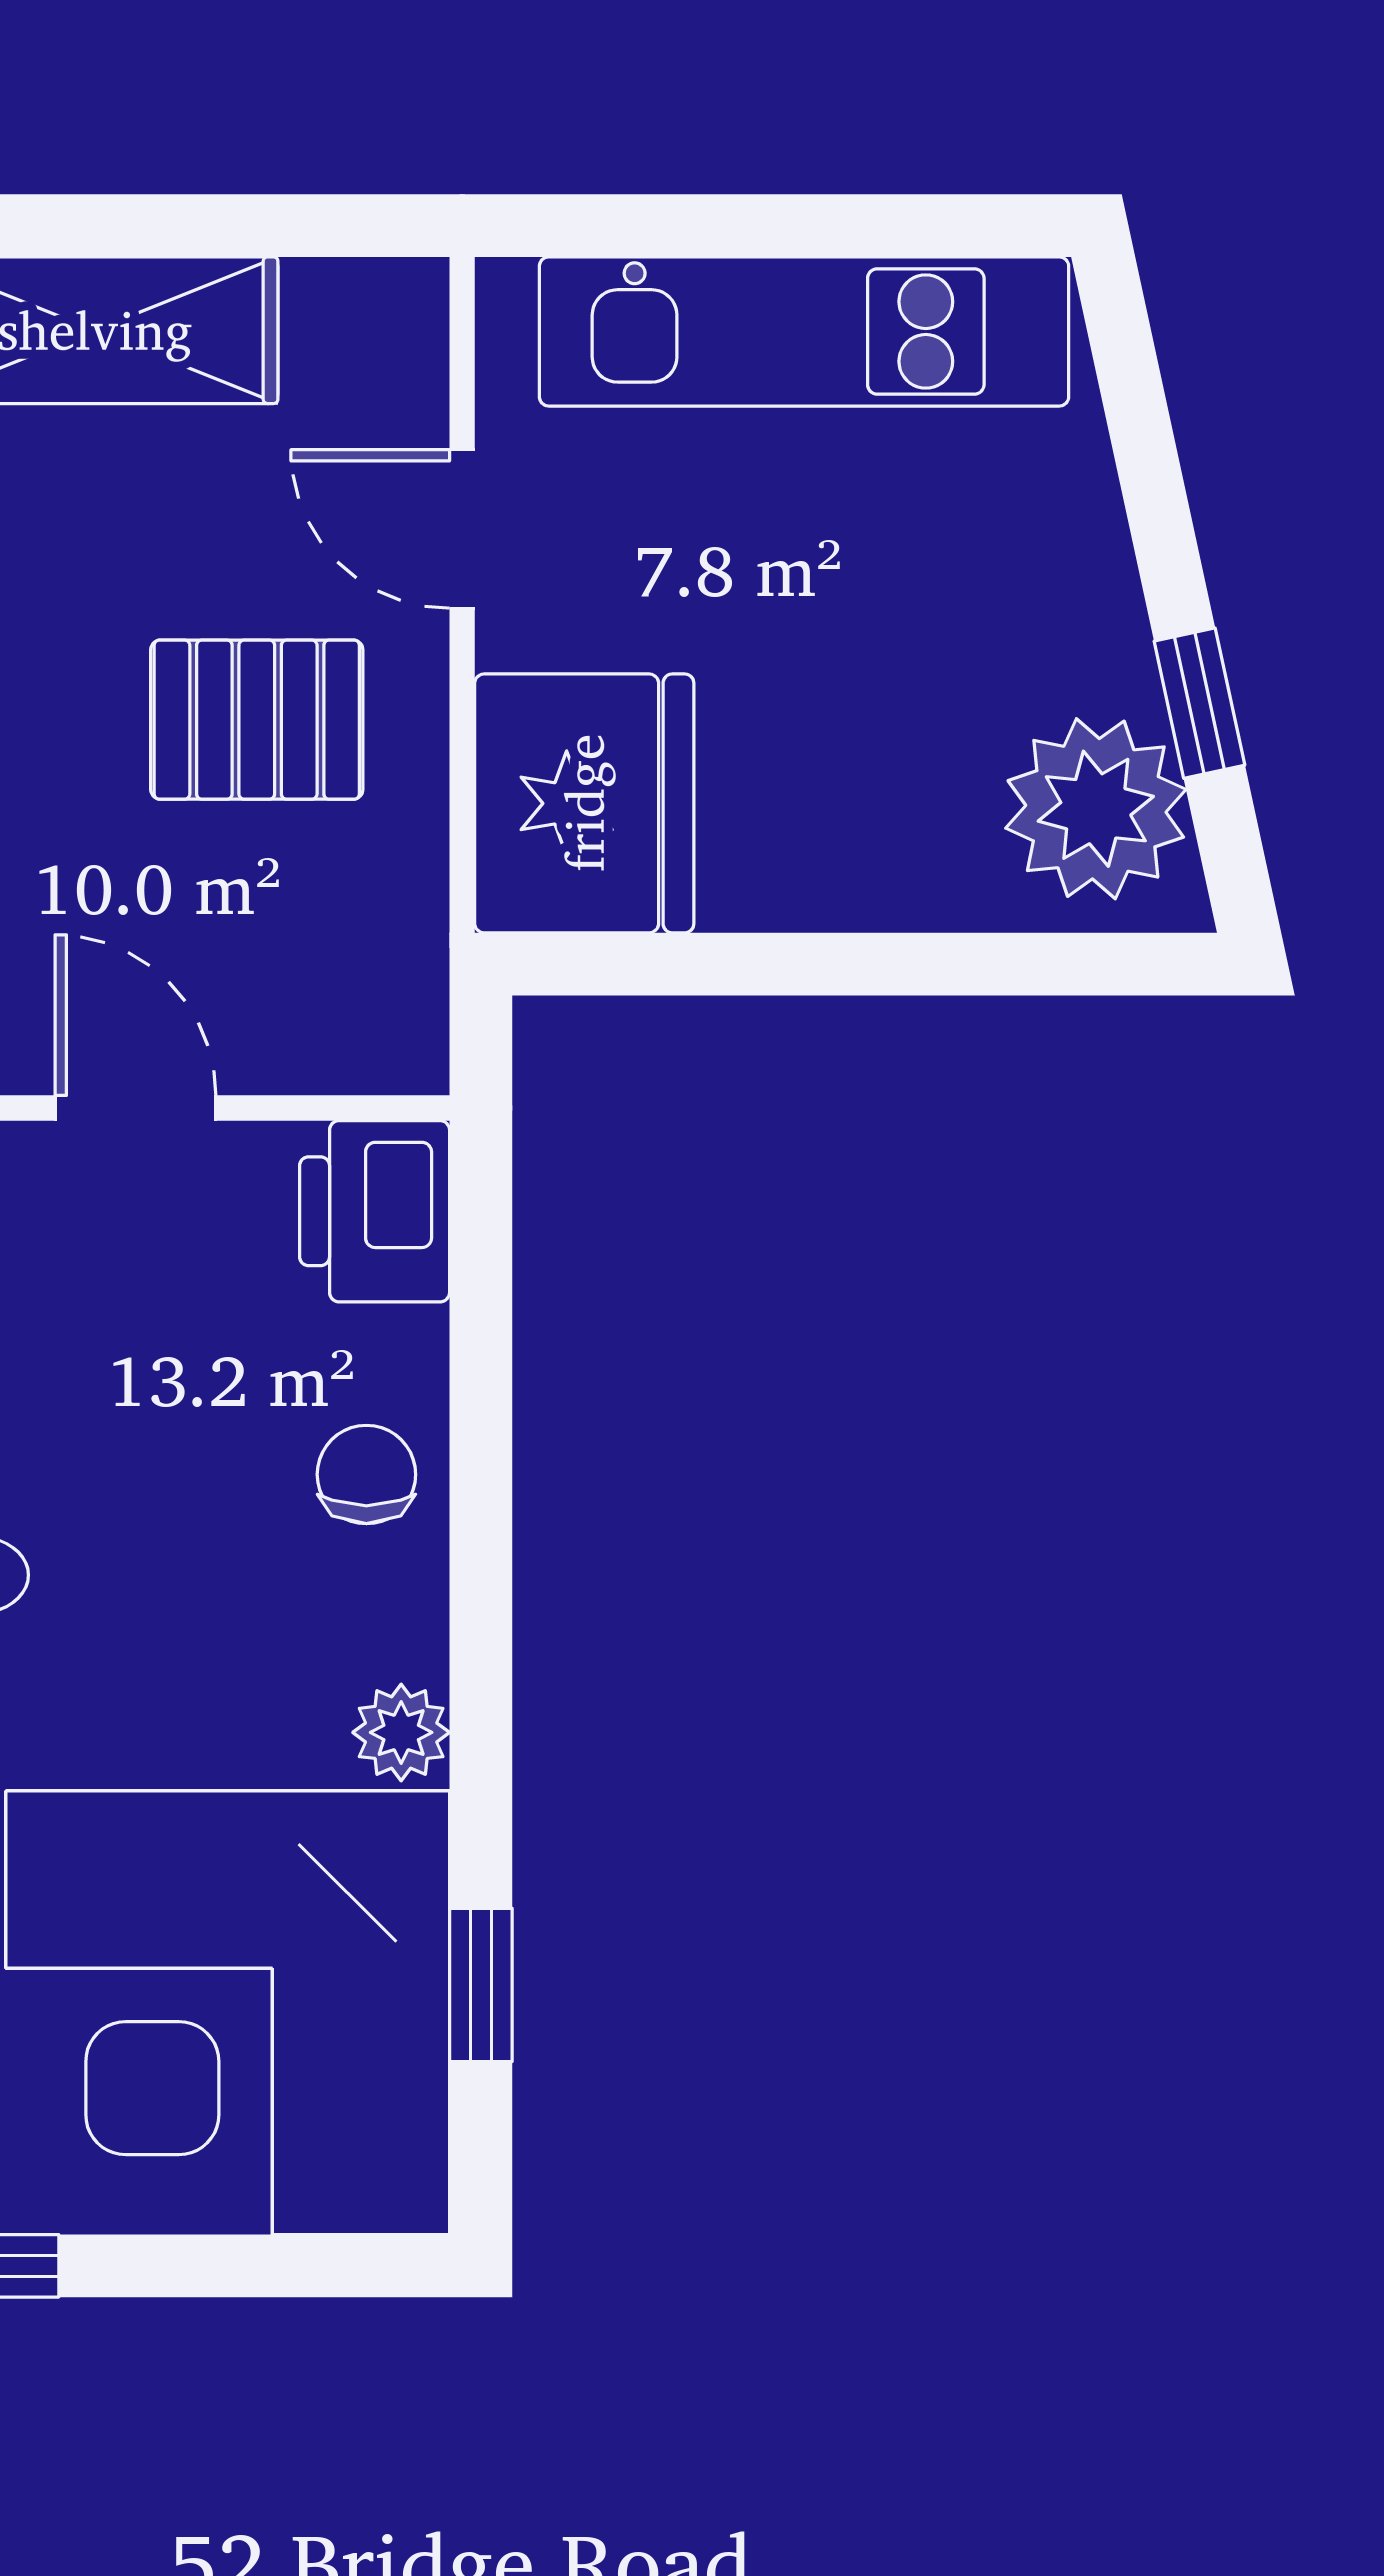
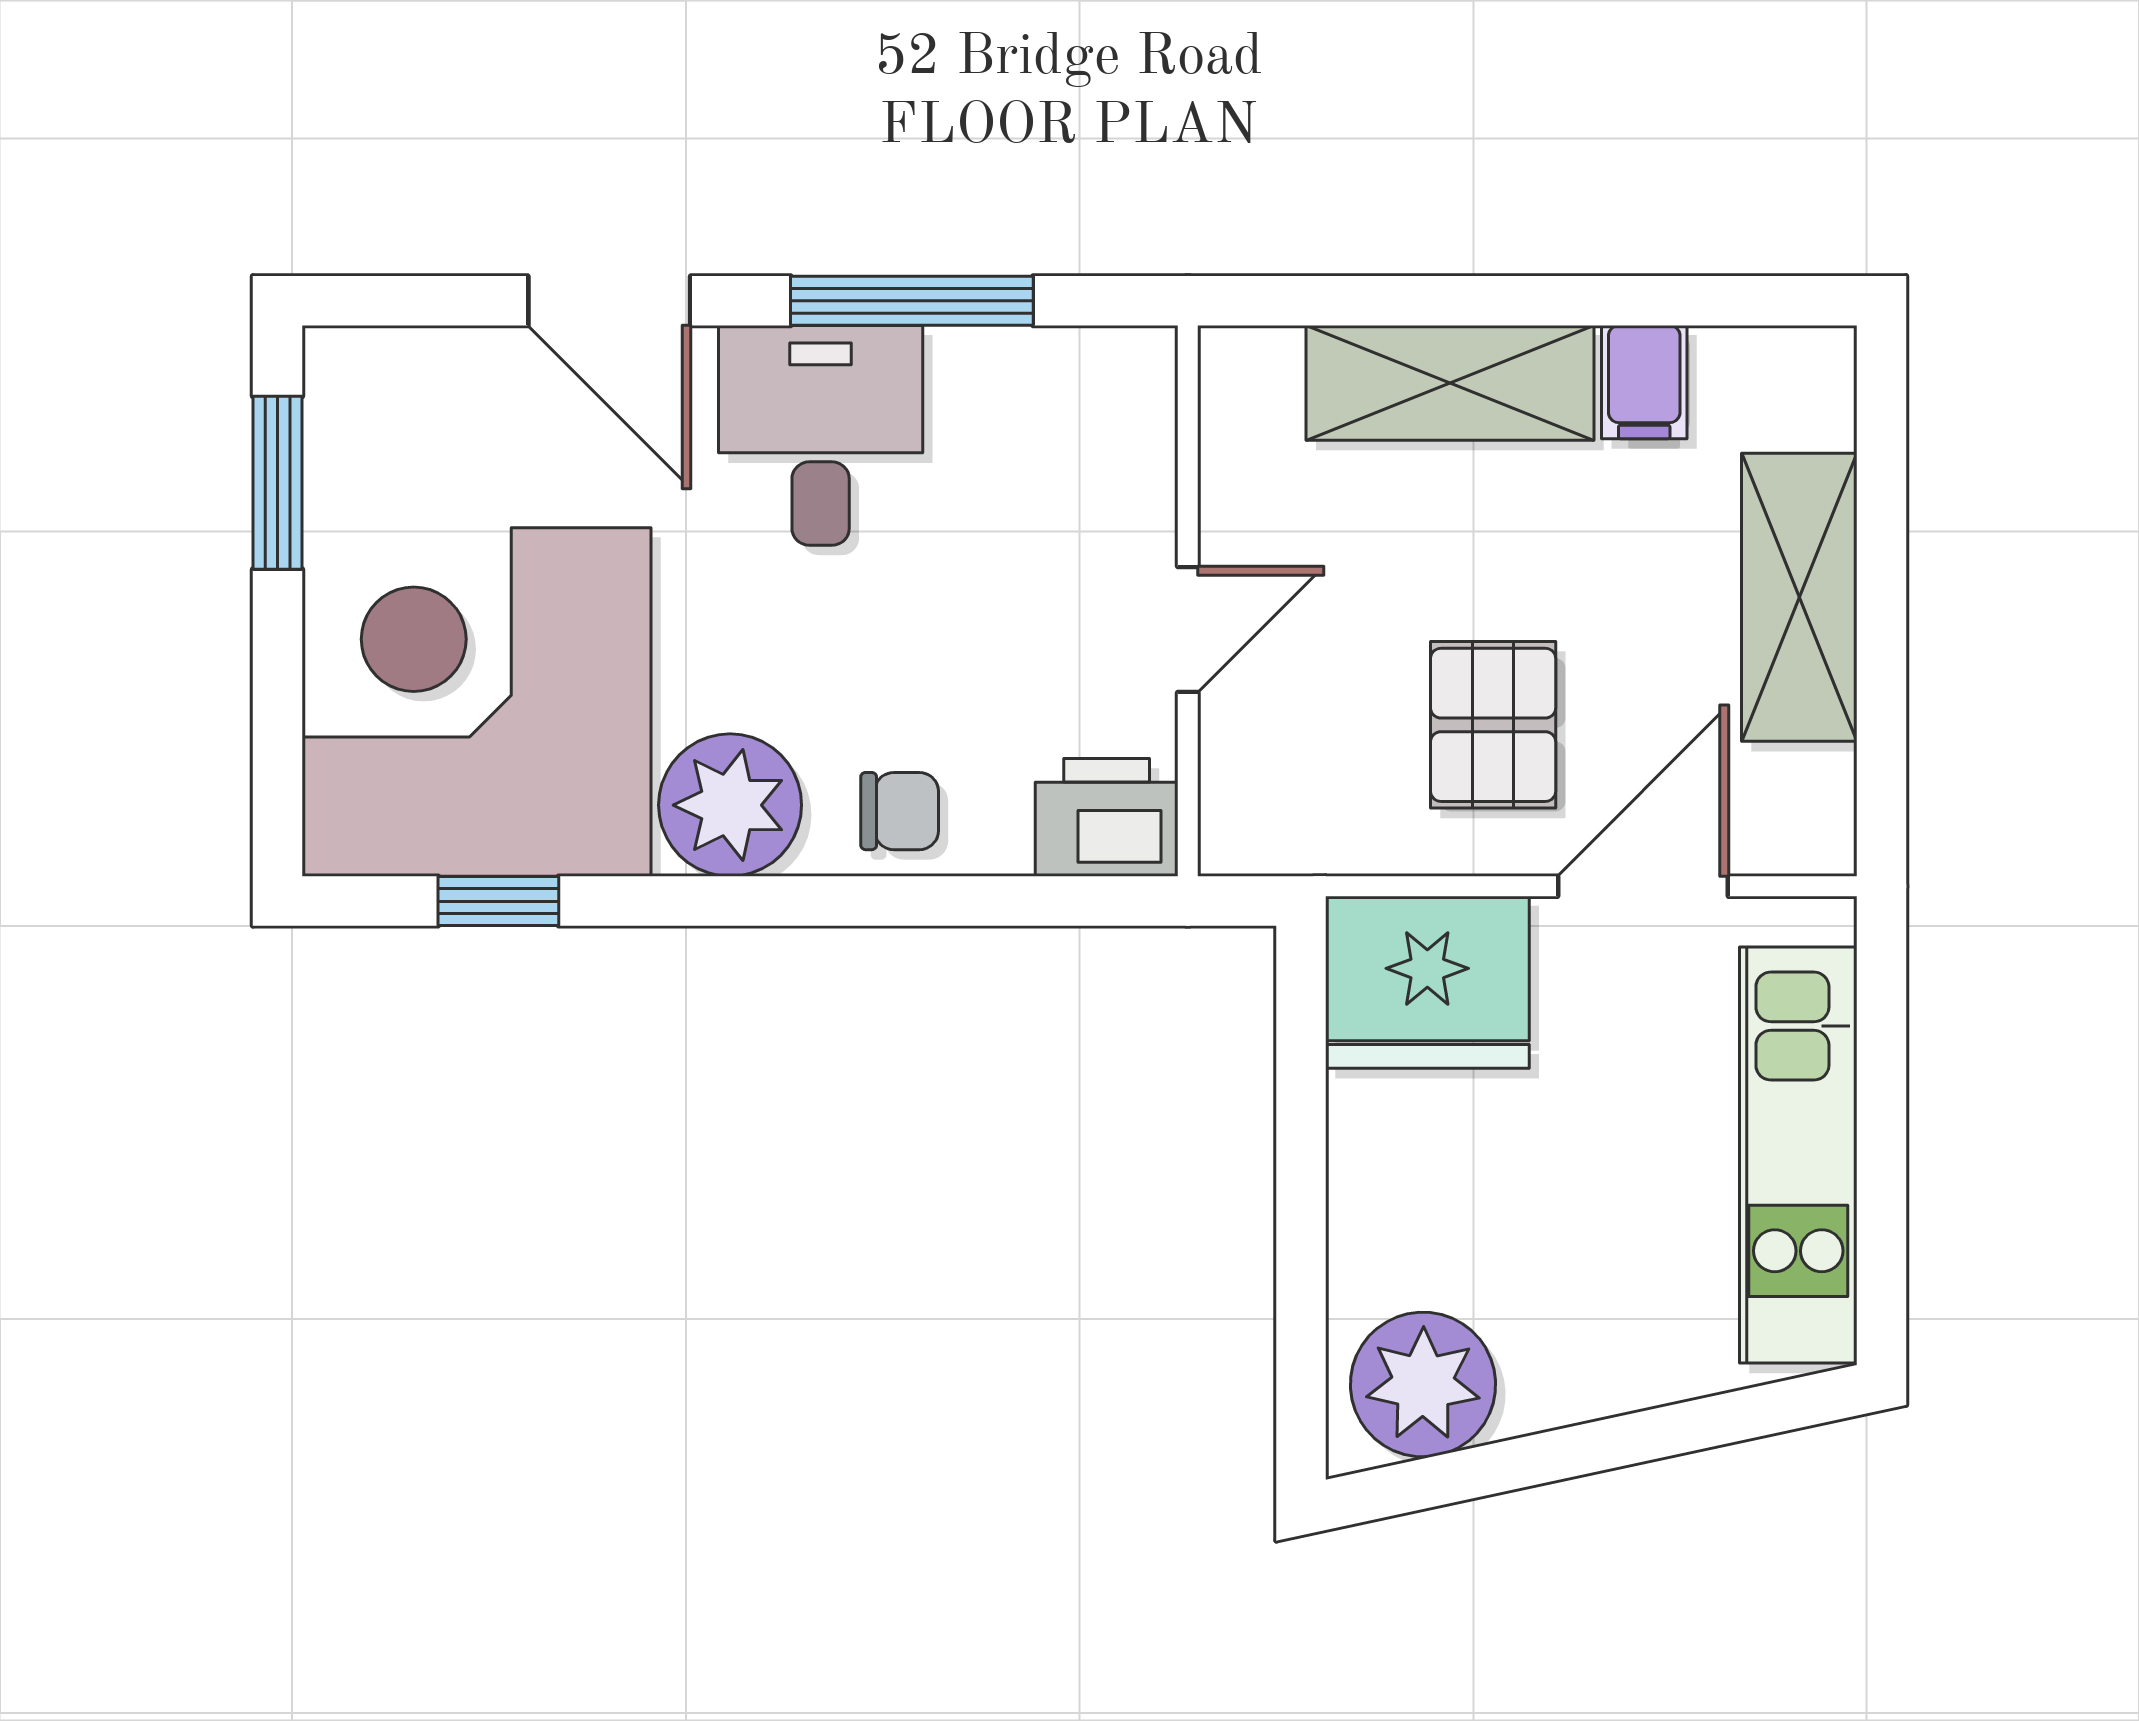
door: (462, 529) -> (1643, 886), width x1.38
window: (1199, 703) -> (1506, 1466), removed
plant: (401, 1732) -> (730, 805), width x1.88, depth x1.88

